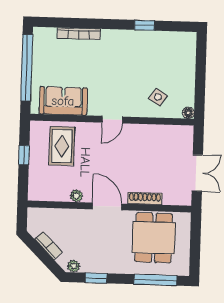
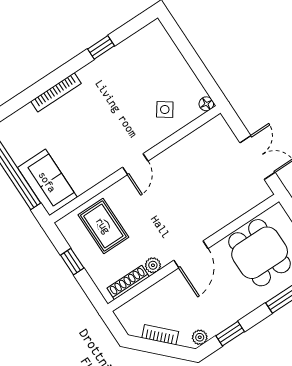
bookcase: (79, 34) -> (56, 92), moved
sofa: (63, 101) -> (47, 182), moved, turned 90
shoe rack: (145, 198) -> (128, 282), moved
door: (107, 206) -> (191, 254), swing flipped

